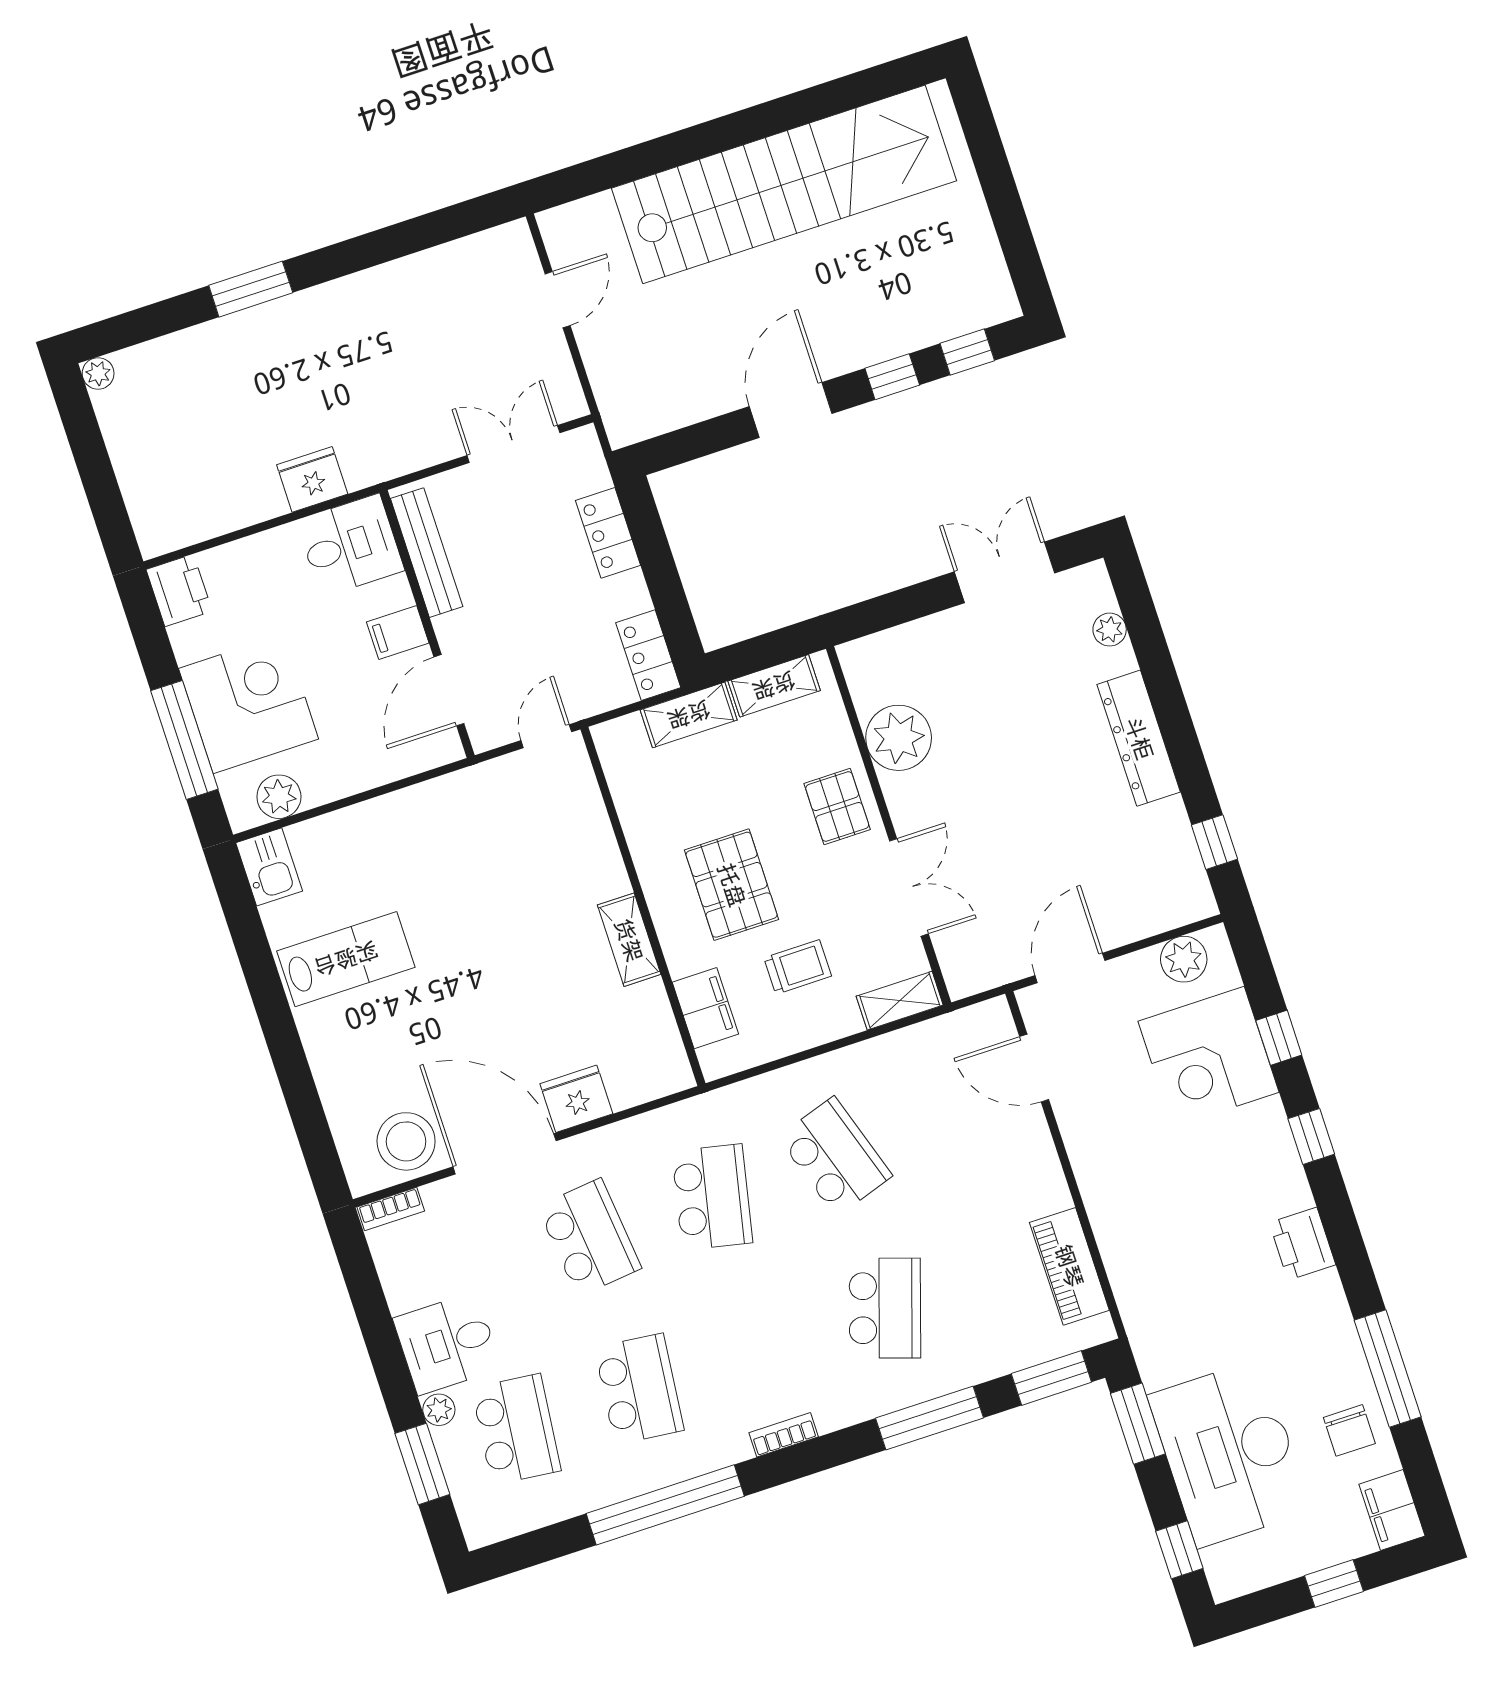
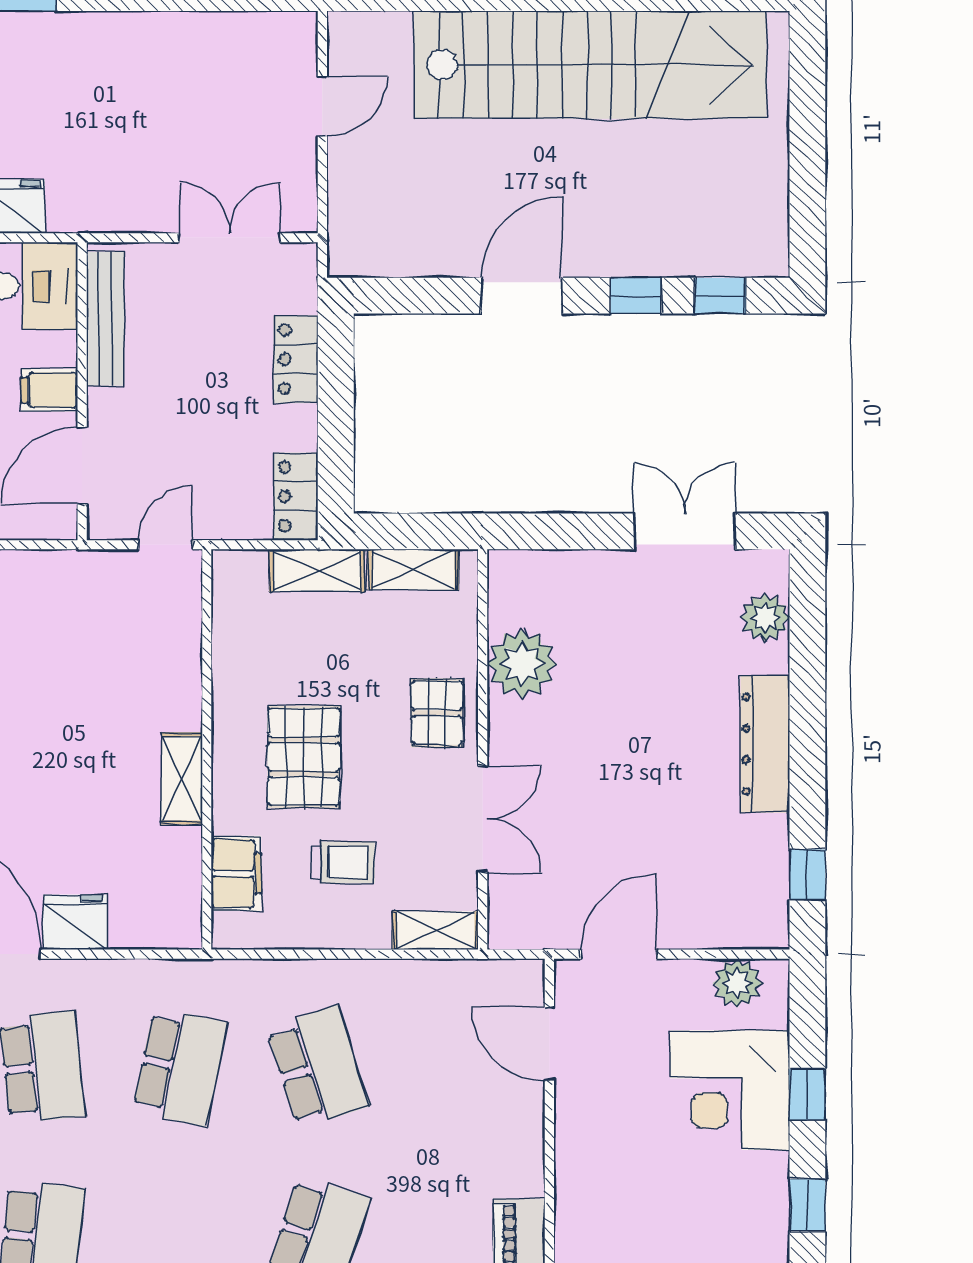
plant: (1110, 630) -> (765, 618), width x1.38, depth x1.38

